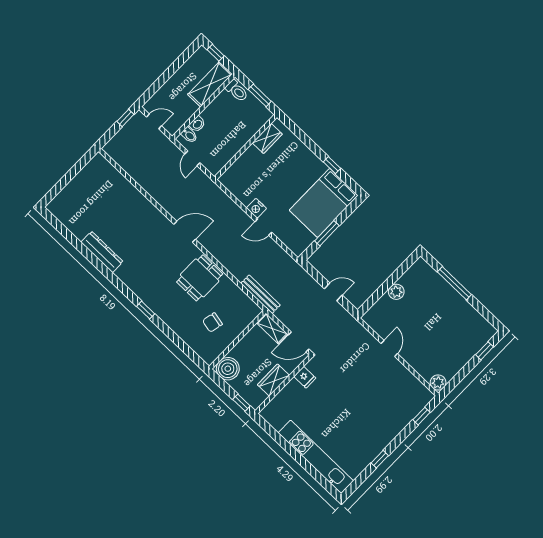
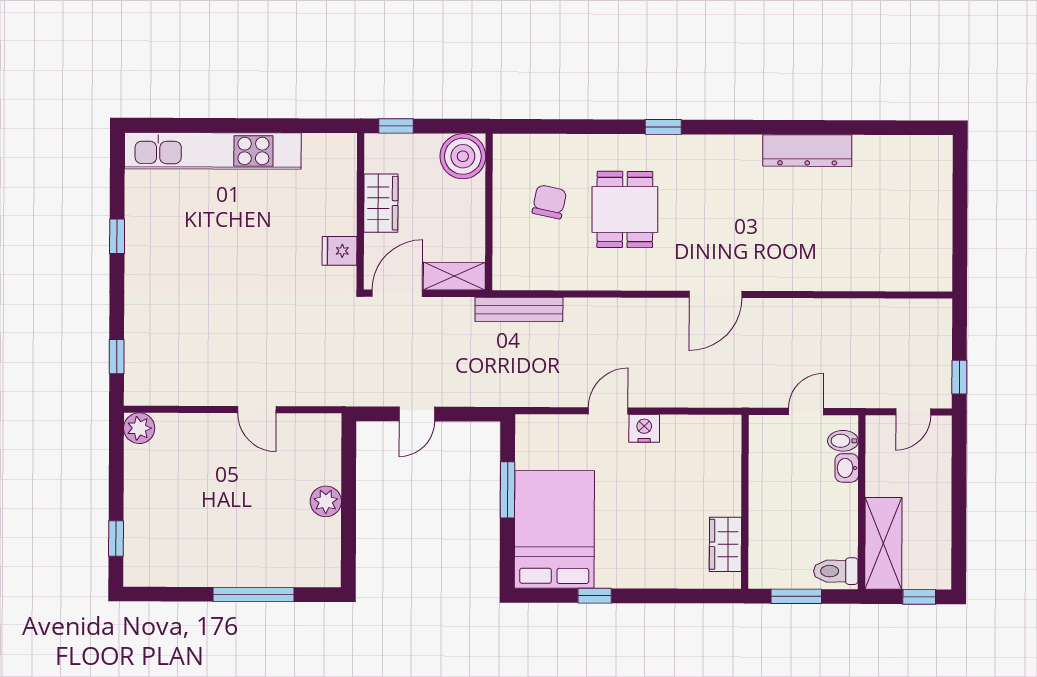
door: (192, 158) -> (806, 412), hinge flipped
dining table: (200, 278) -> (625, 209), moved

